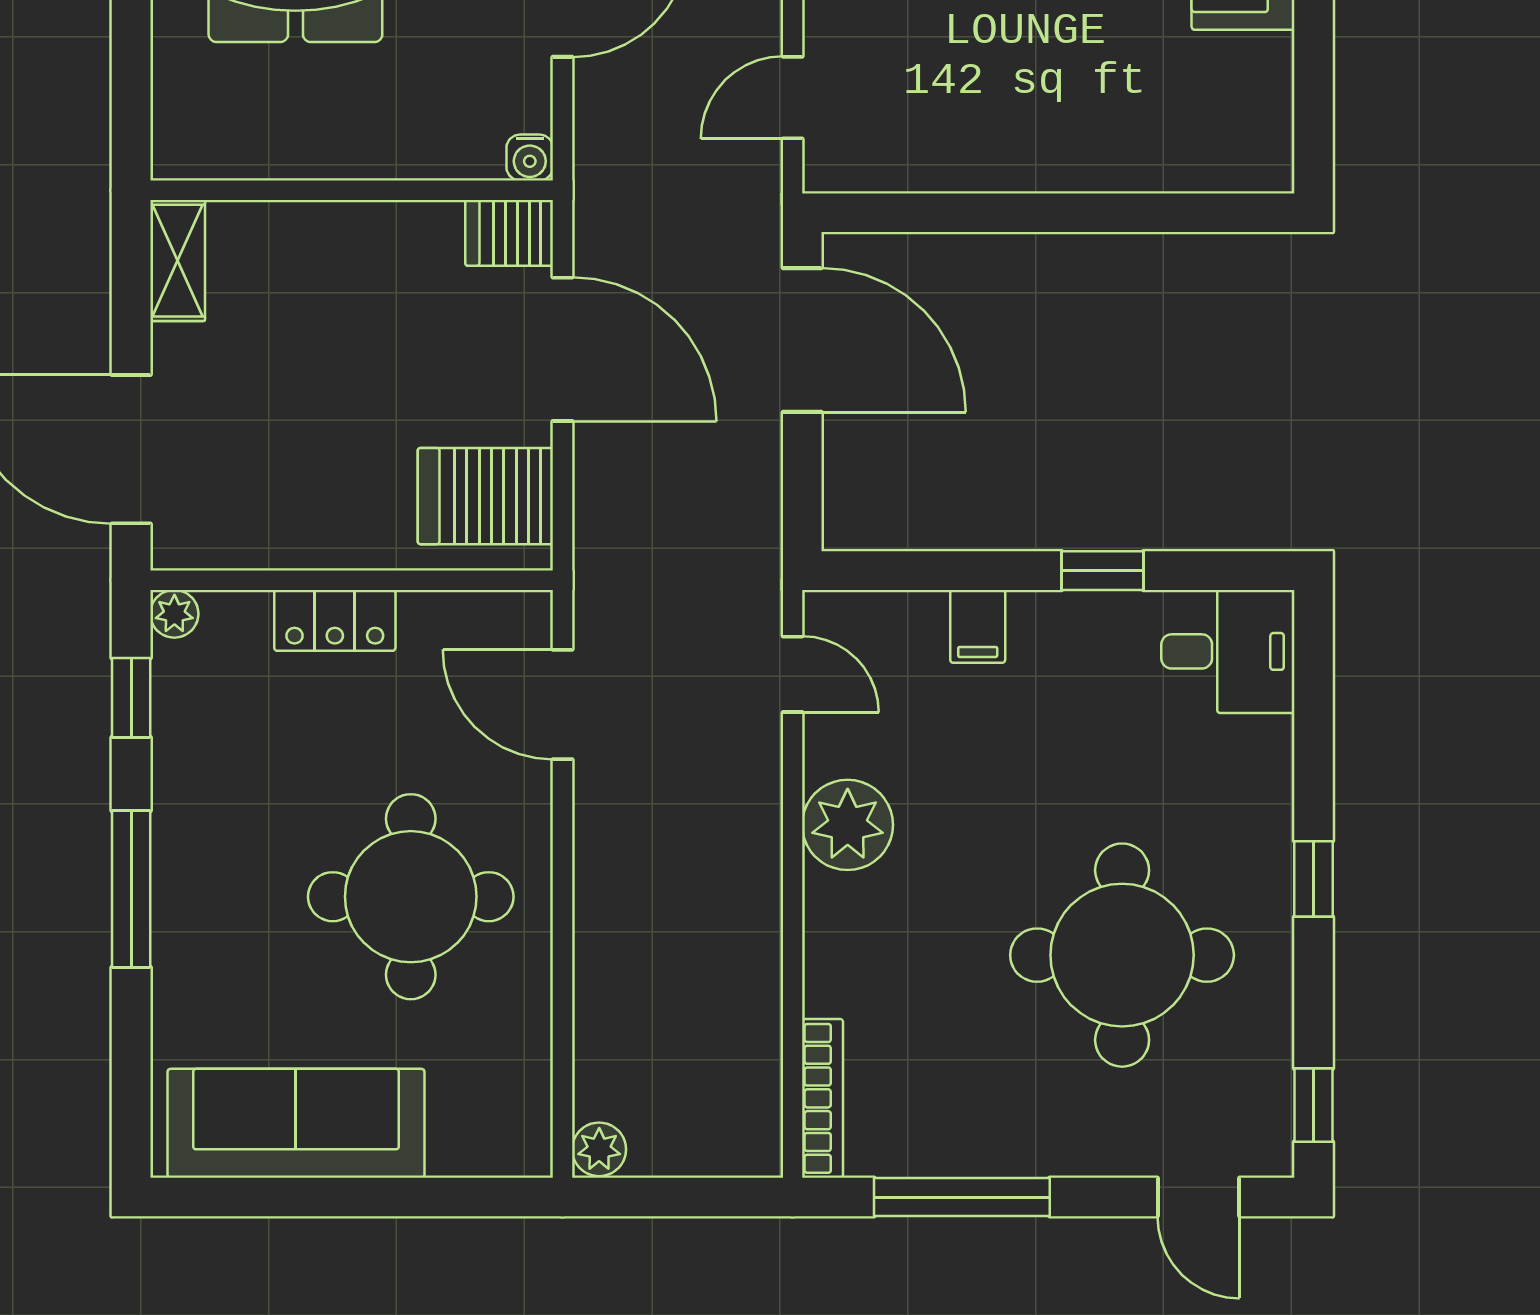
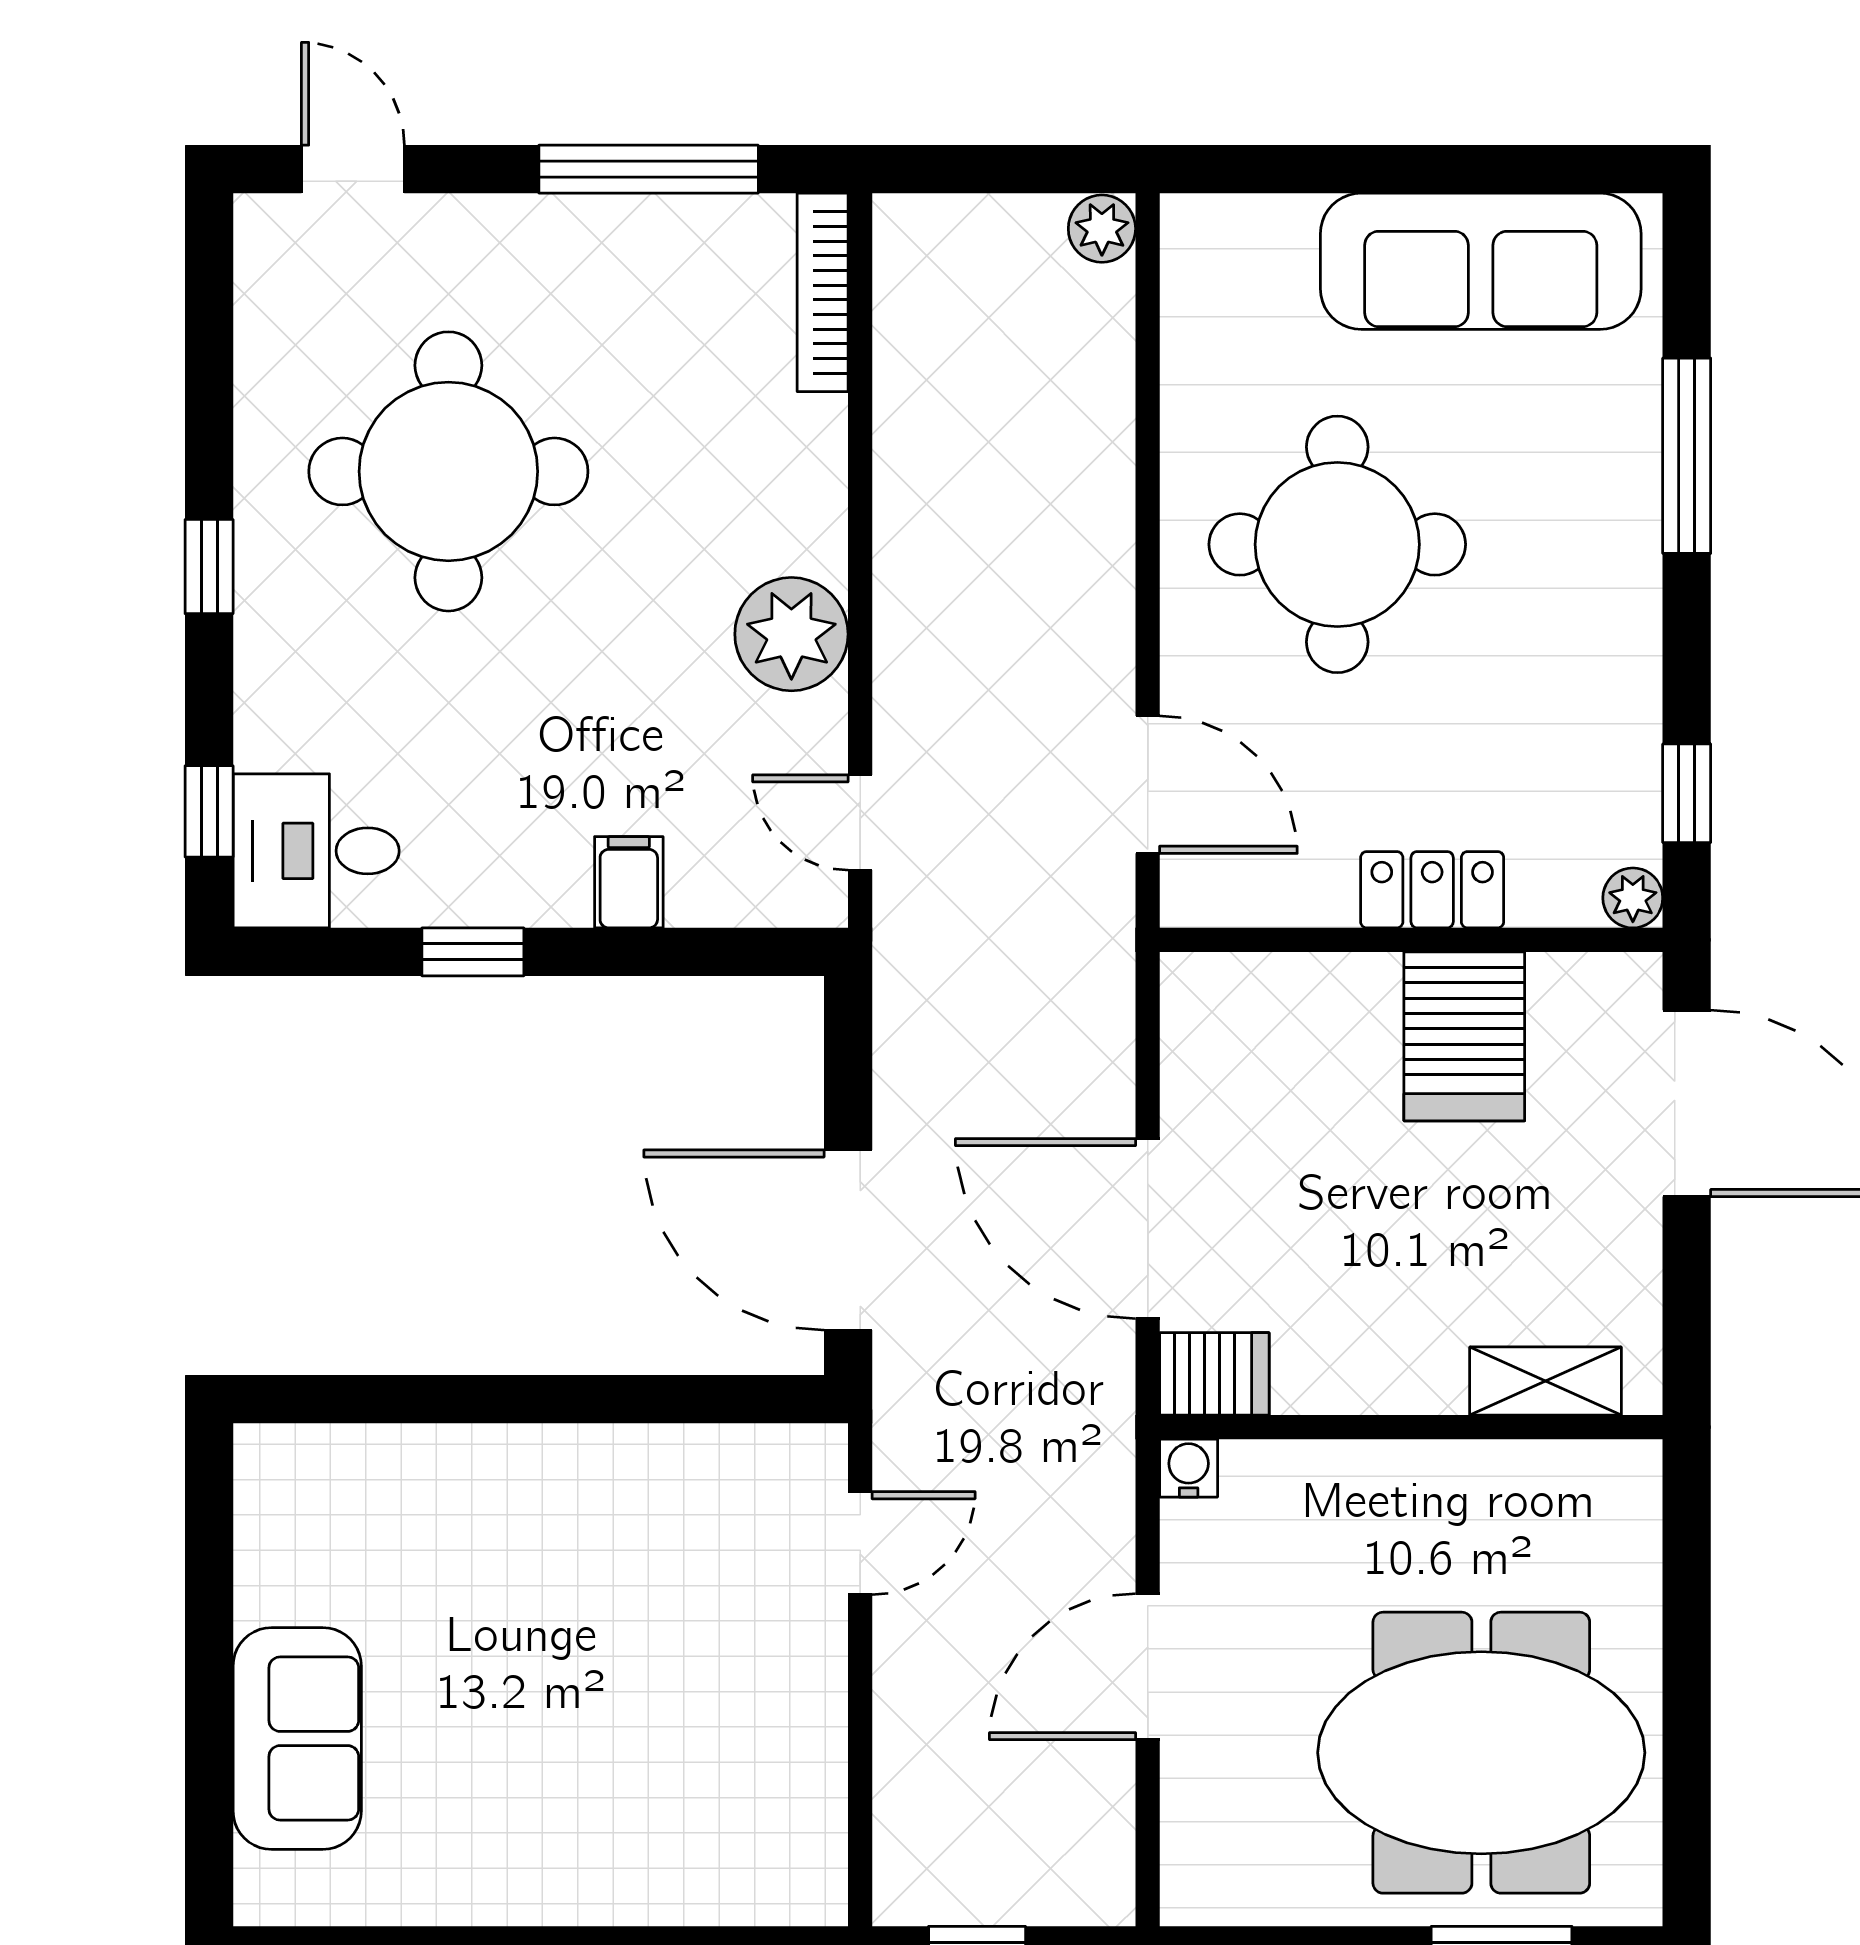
shelving: (178, 261) -> (1546, 1381), moved, turned 90
server rack: (485, 496) -> (1464, 1036), moved, turned 90
window: (131, 889) -> (1687, 456), moved
window: (1314, 1105) -> (209, 811), moved

